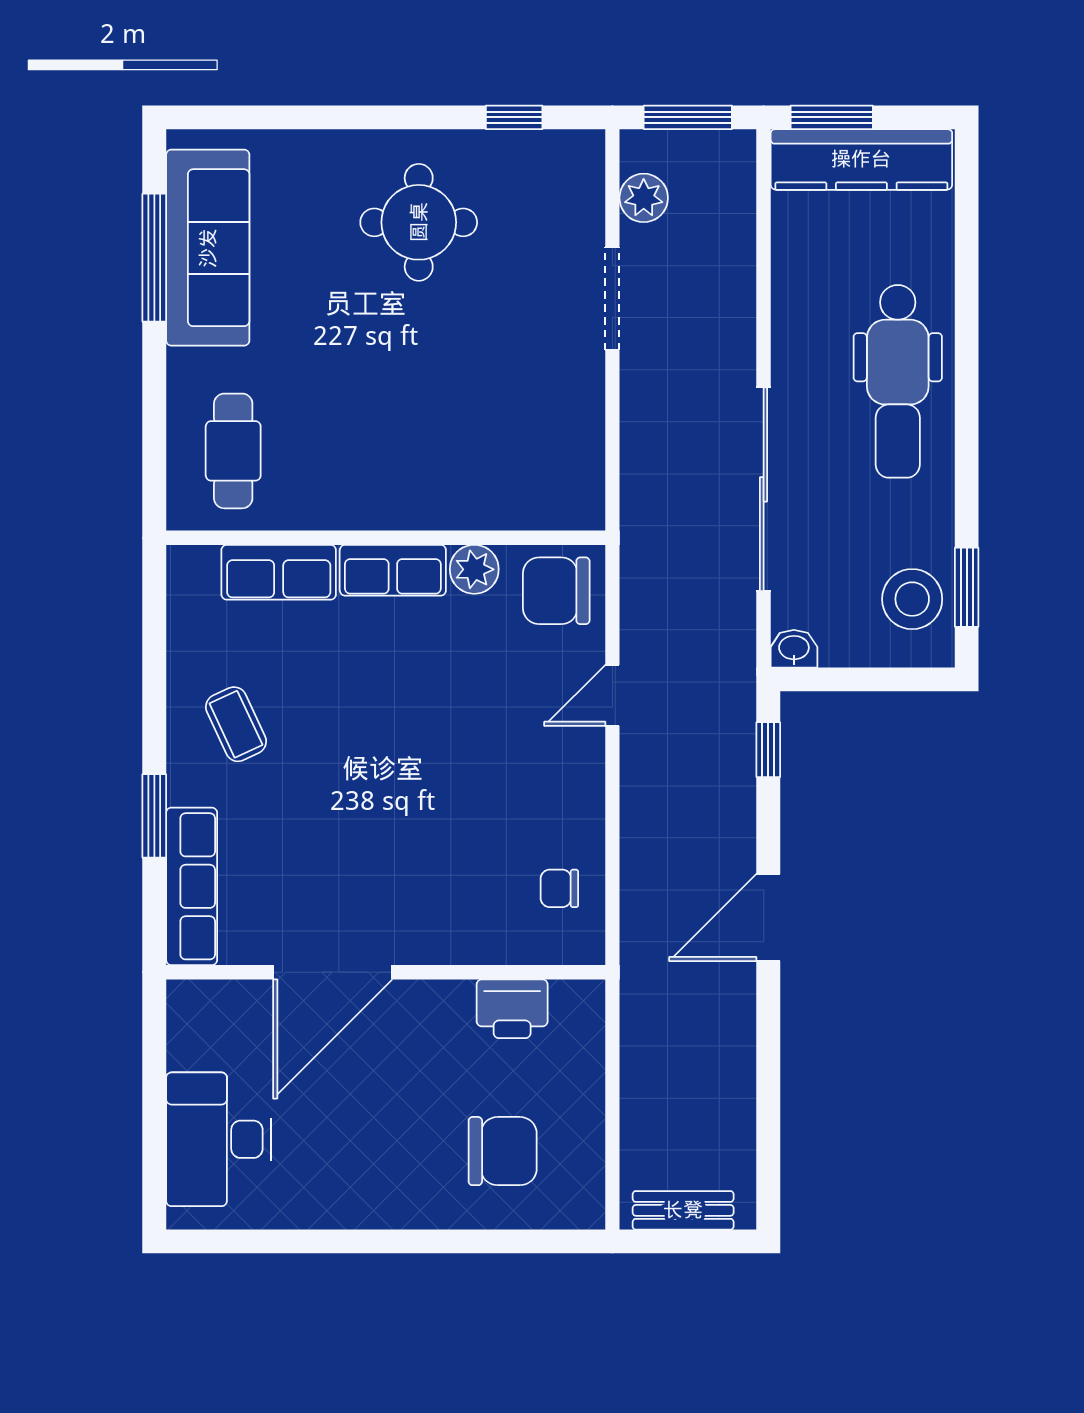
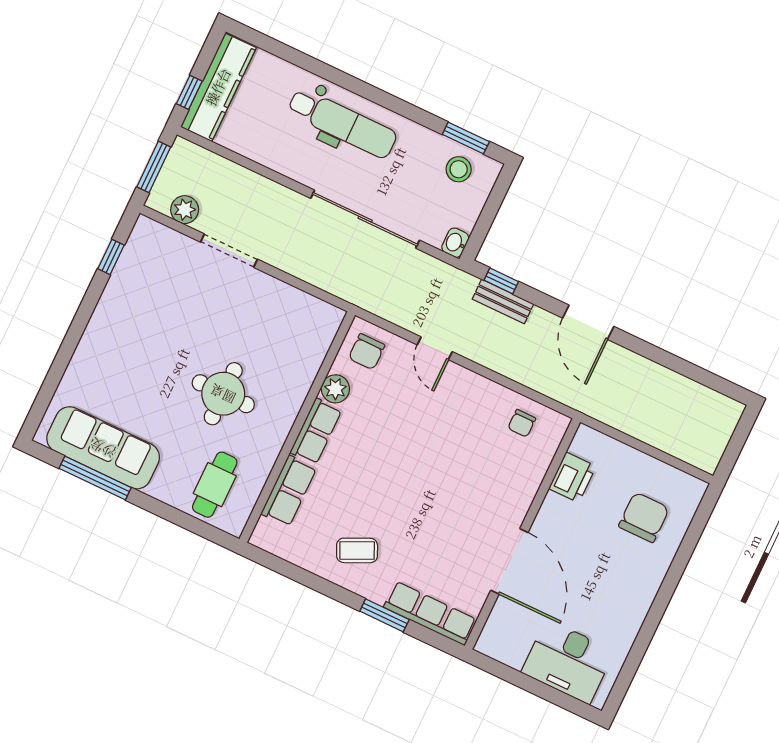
window: (832, 117) -> (189, 92), width x0.67
round table: (419, 222) -> (223, 394), moved
cafe table: (233, 451) -> (215, 485), turned 90
chair: (556, 591) -> (367, 352), width x0.73, depth x0.73
stool: (912, 599) -> (459, 169), width x0.73, depth x0.73
bench: (683, 1210) -> (503, 301), moved, turned 90

